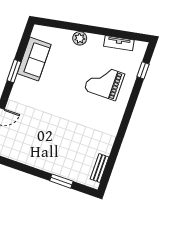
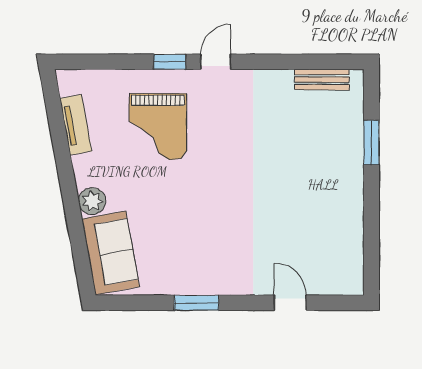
sofa: (34, 59) -> (110, 253), moved, turned 80
window: (143, 70) -> (170, 62), moved
door: (126, 120) -> (216, 62), added

